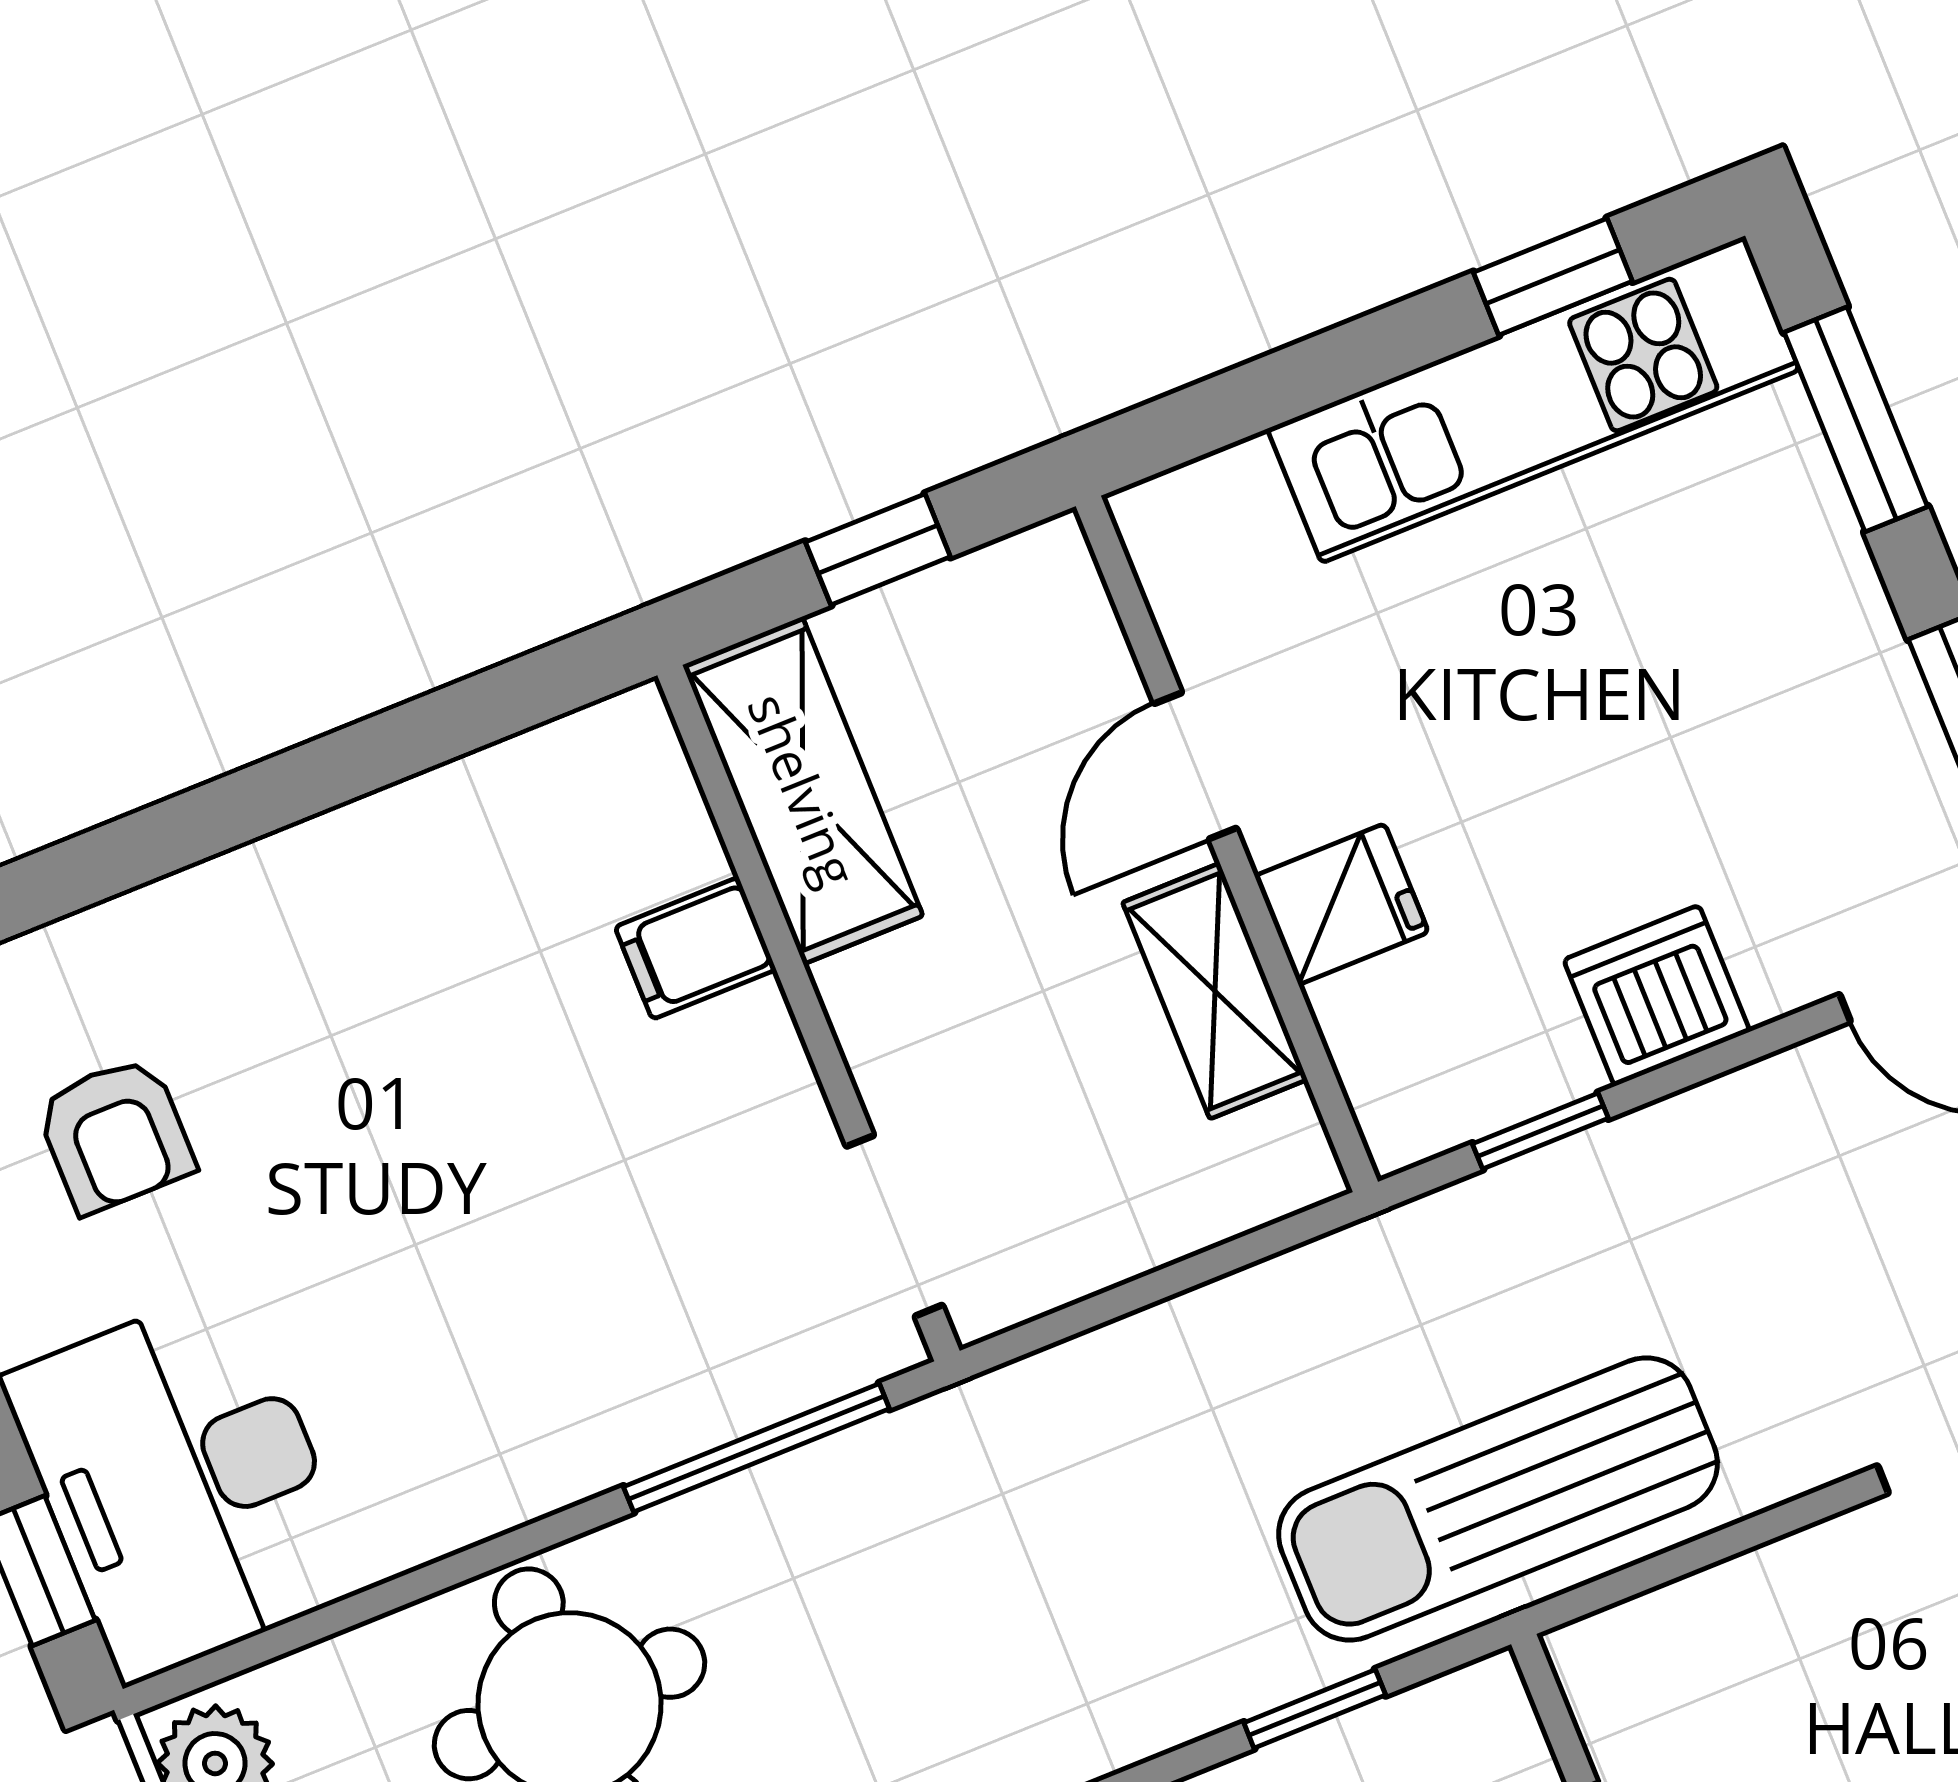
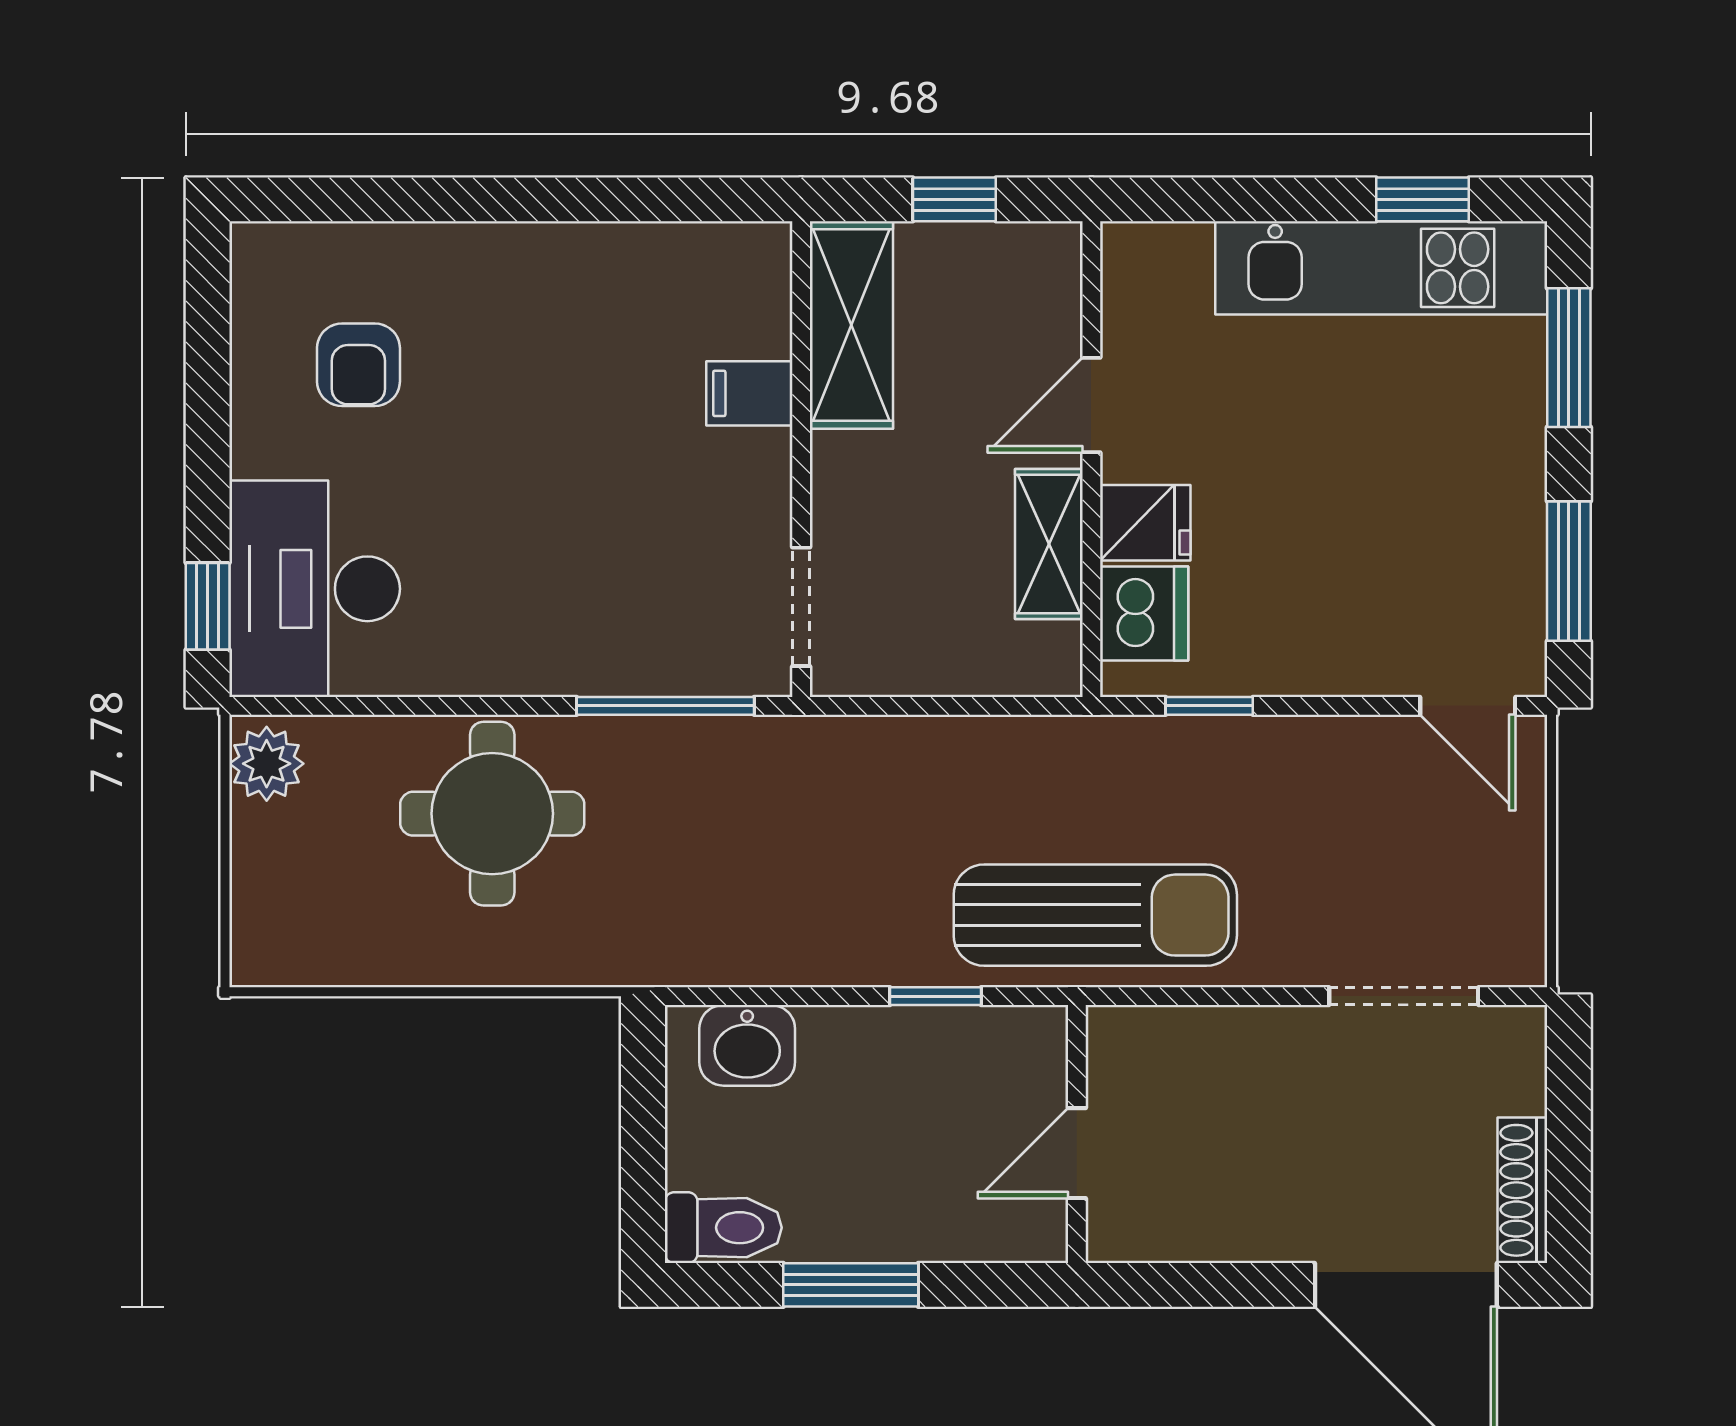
dishwasher: (1657, 996) -> (1144, 613), moved, turned 90
sun lounger: (1498, 1499) -> (1095, 915), turned 180

